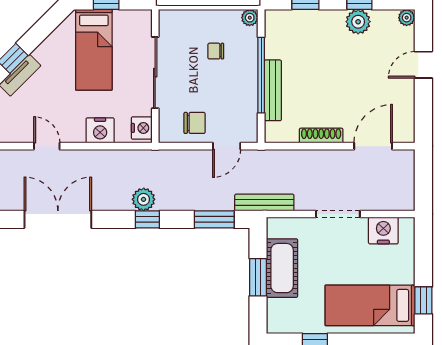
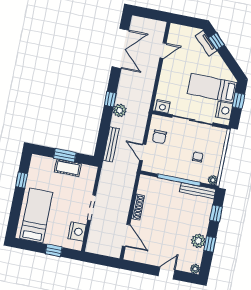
door: (423, 65) -> (167, 273), hinge flipped
bench: (273, 90) -> (198, 191), moved
nightstand: (100, 130) -> (224, 110), moved, turned 180
plant: (144, 199) -> (120, 110), moved
bench: (264, 203) -> (111, 144), moved
window: (214, 219) -> (103, 137), removed
cot: (282, 268) -> (68, 168), width x0.73, depth x0.75
window: (423, 300) -> (54, 250), moved

